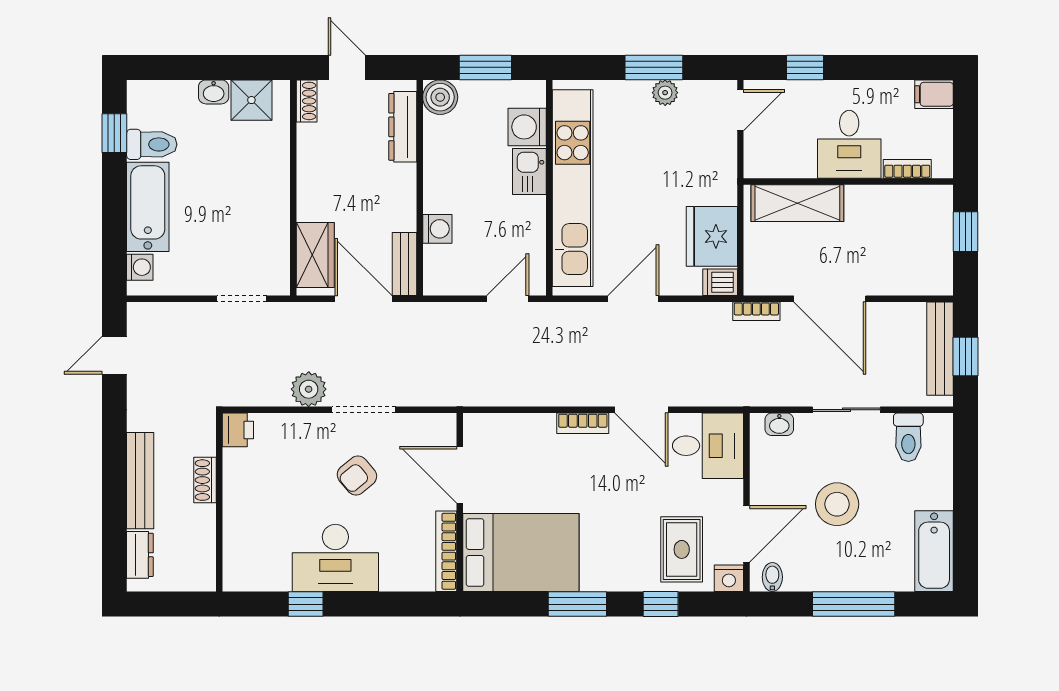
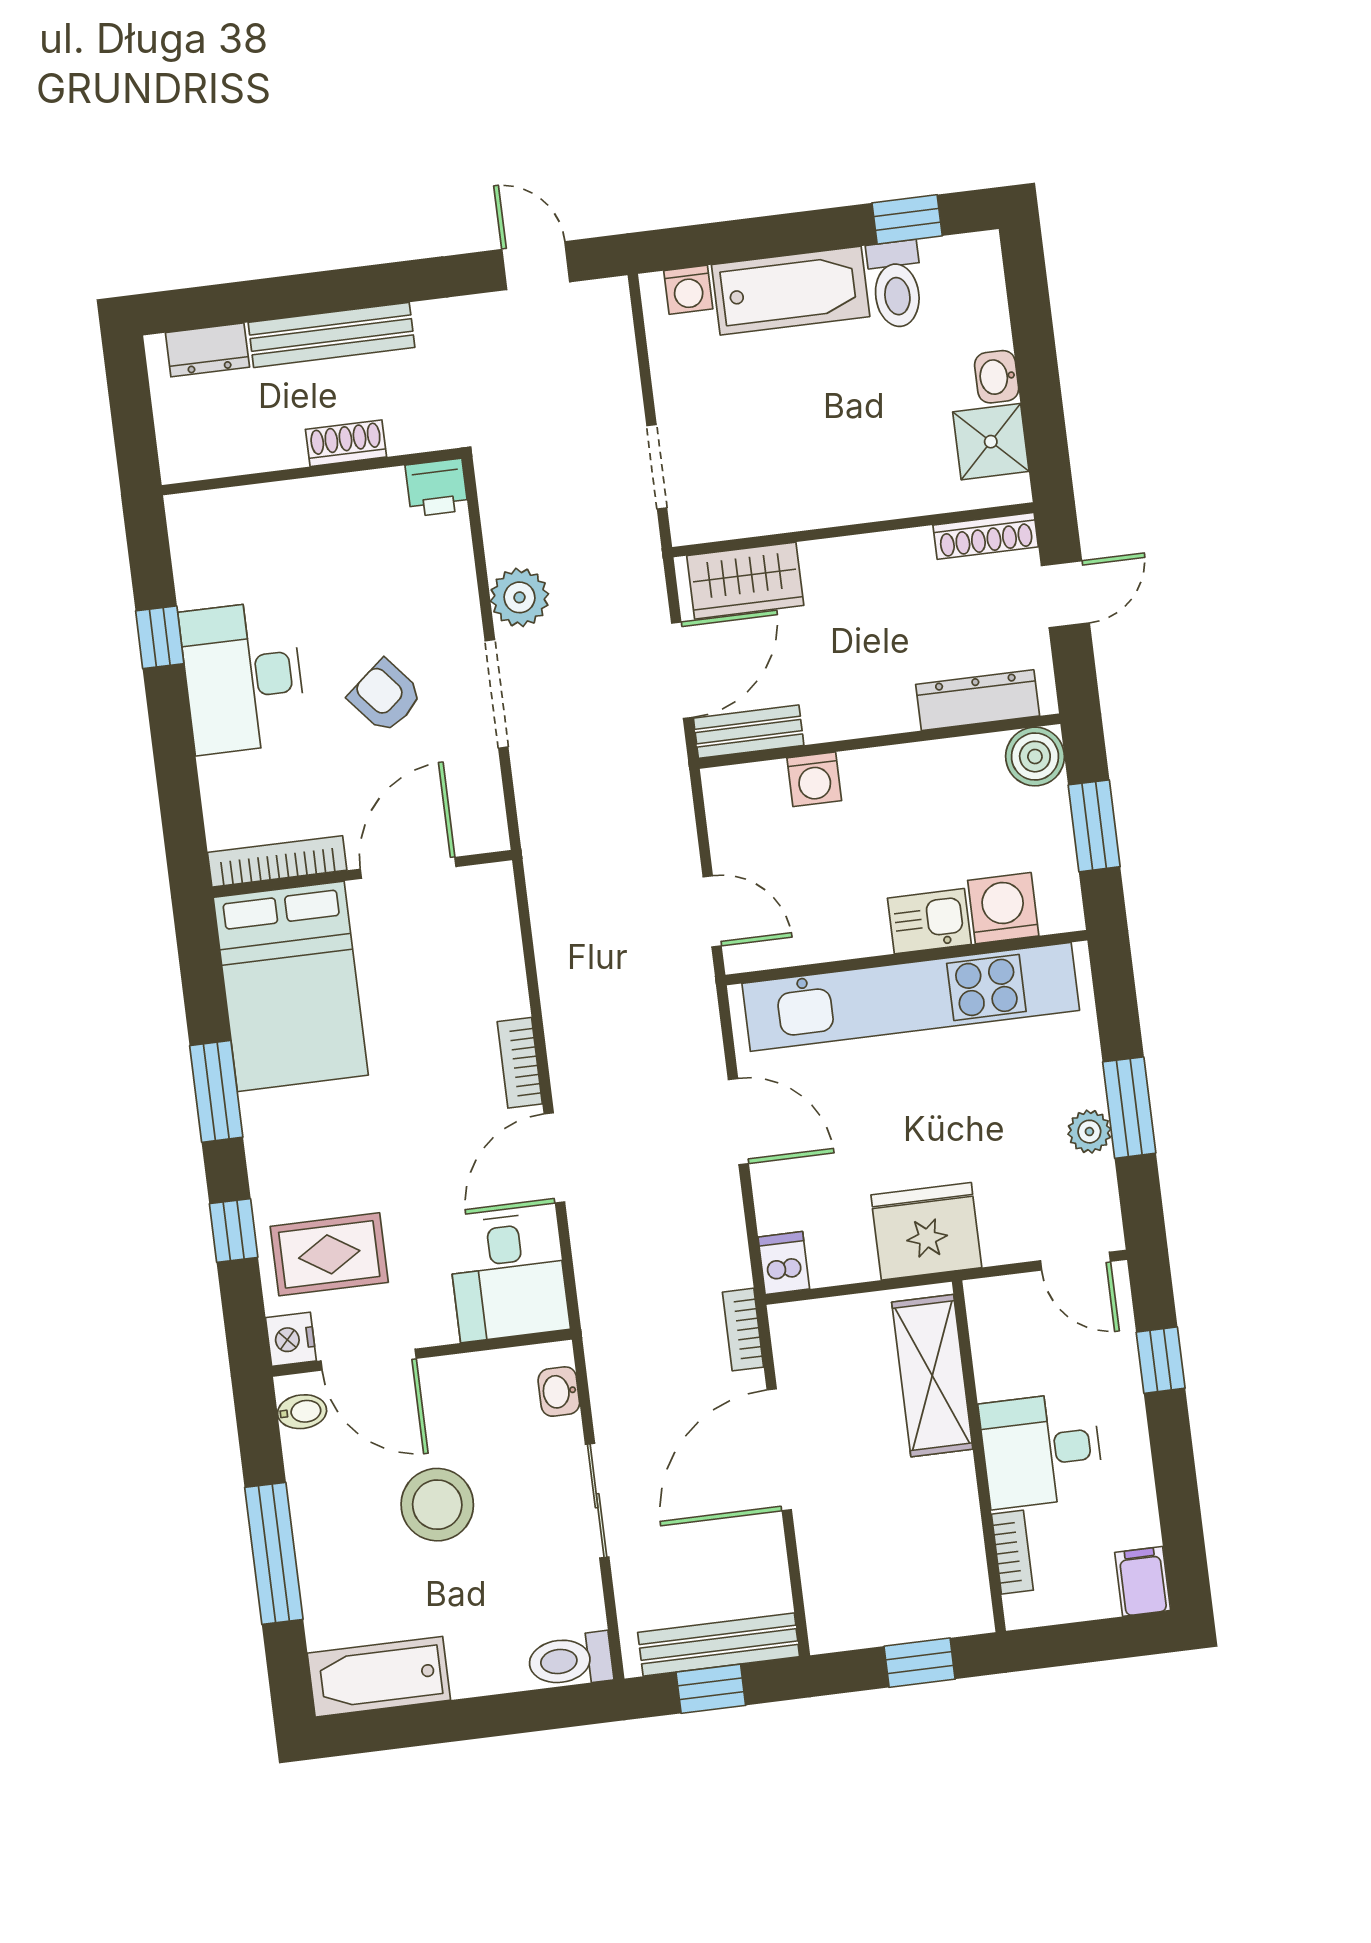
shoe rack: (307, 101) -> (986, 536), width x1.43
fridge: (712, 236) -> (926, 1231), moved
toilet: (908, 437) -> (570, 1660), moved

